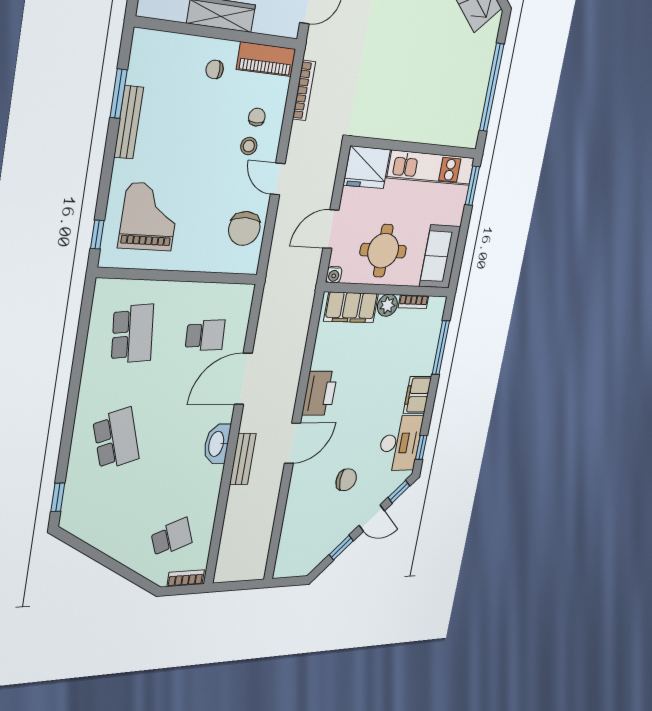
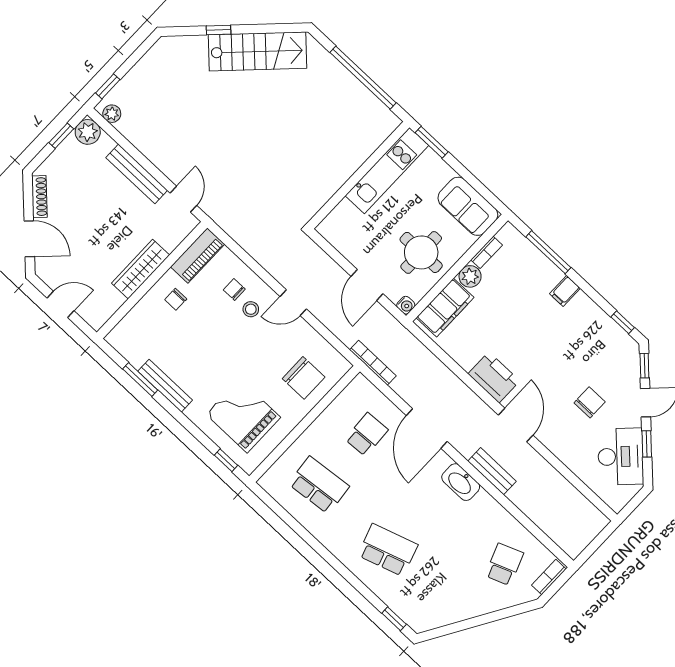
bookcase: (304, 90) -> (373, 363), moved
fridge: (367, 167) -> (342, 225), removed
chair: (244, 228) -> (304, 378), moved
filing cabinet: (417, 395) -> (565, 291), width x0.50
desk: (400, 443) -> (621, 457), moved, turned 45

